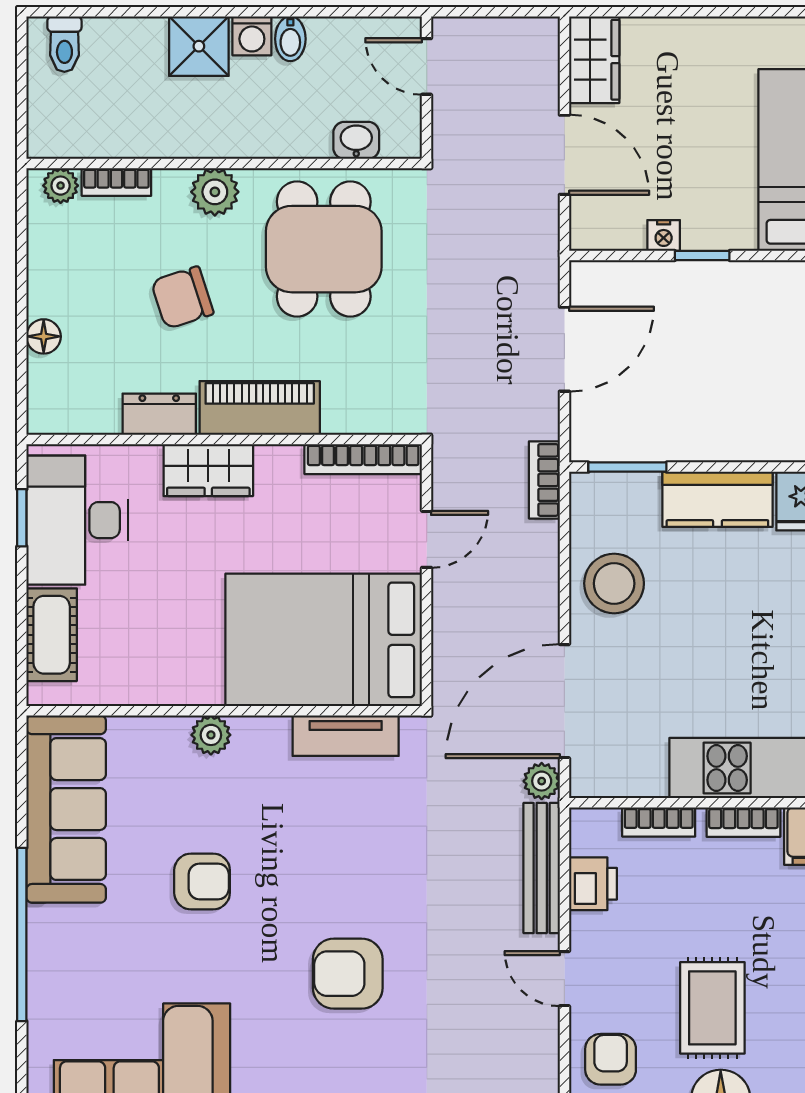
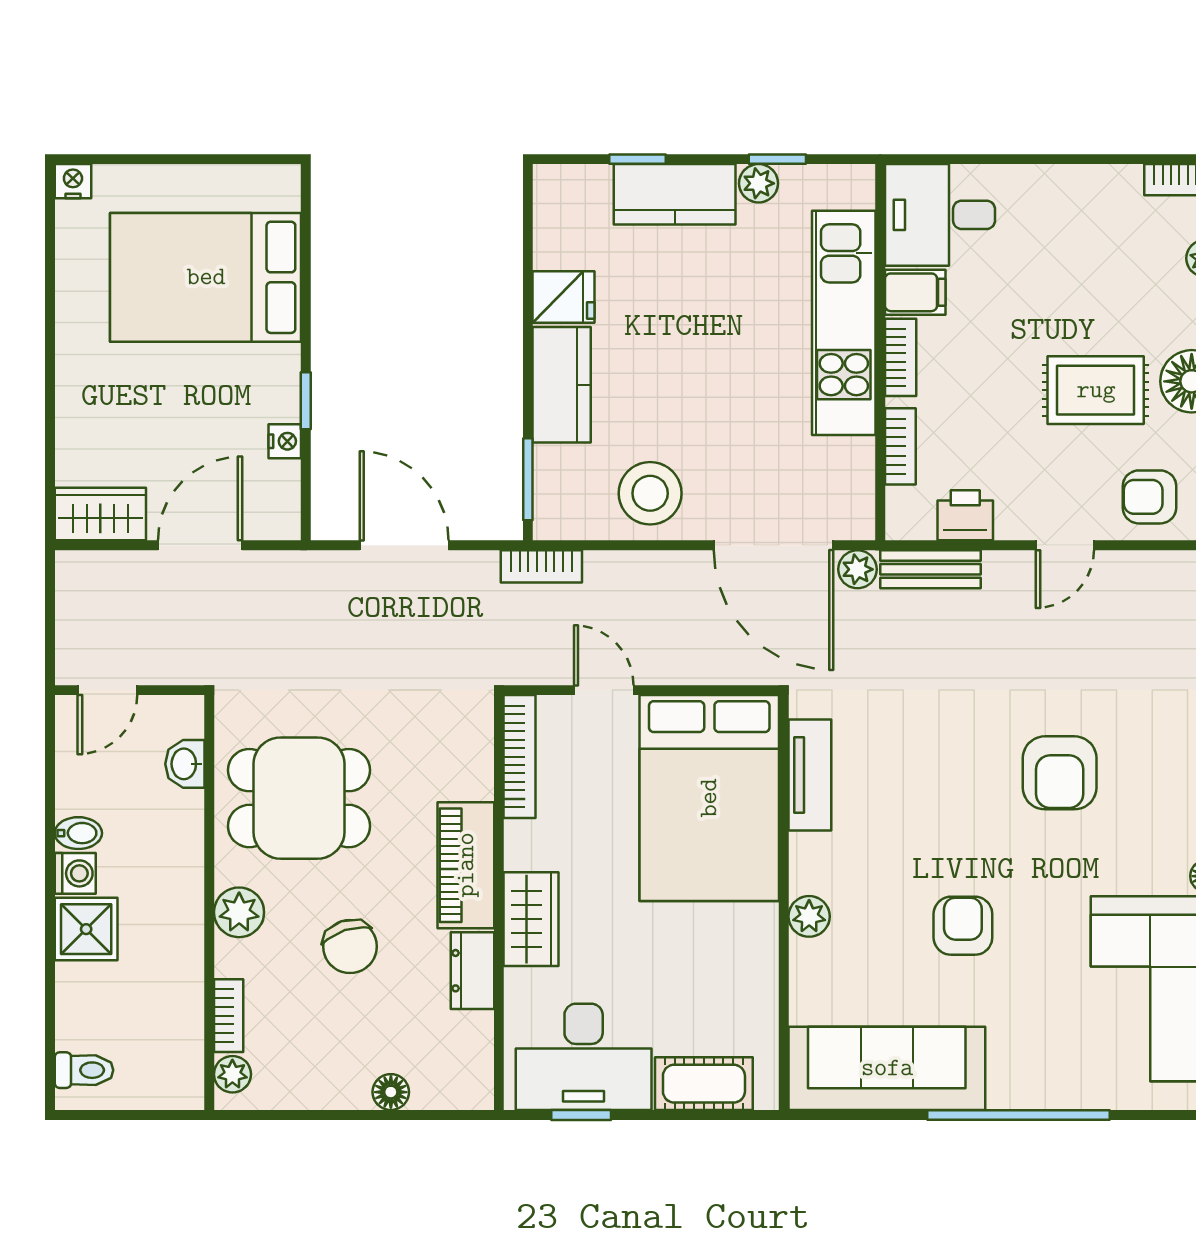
bench: (542, 868) -> (931, 569), width x0.73

